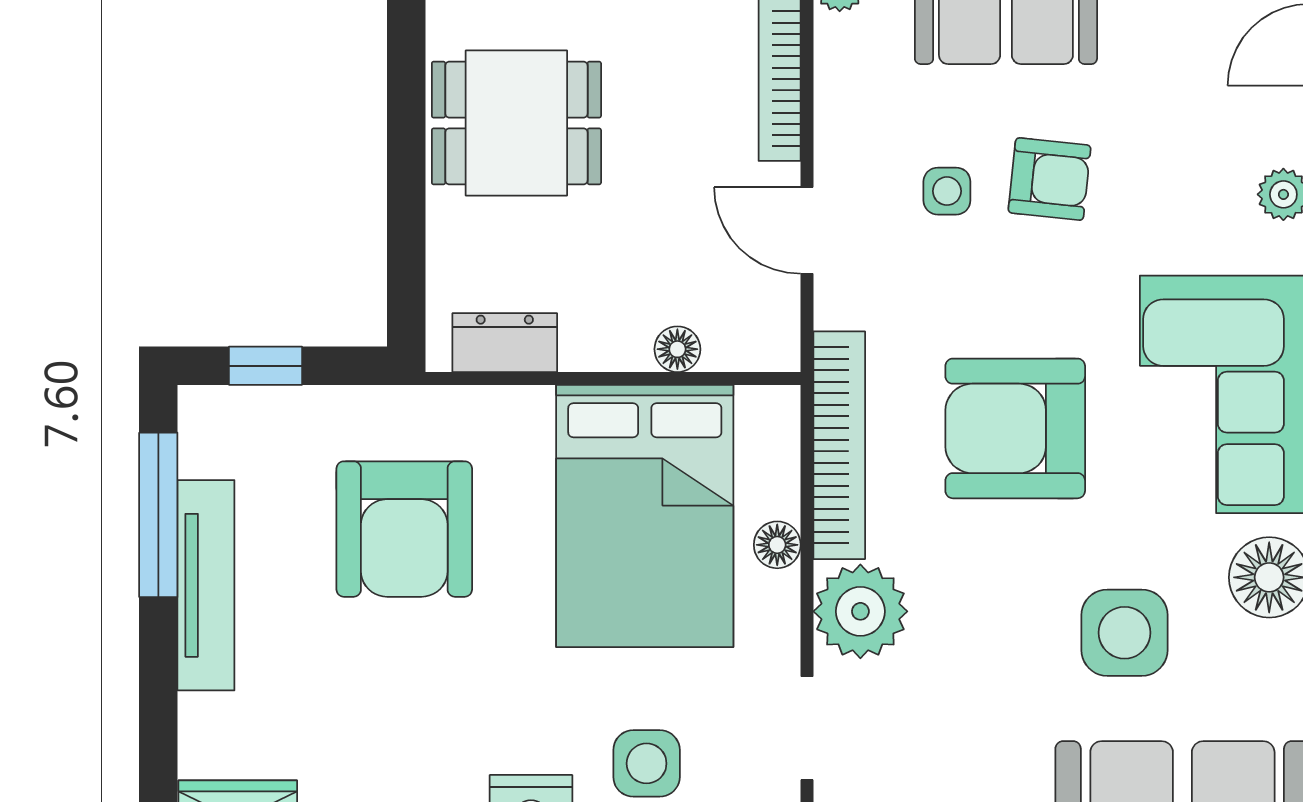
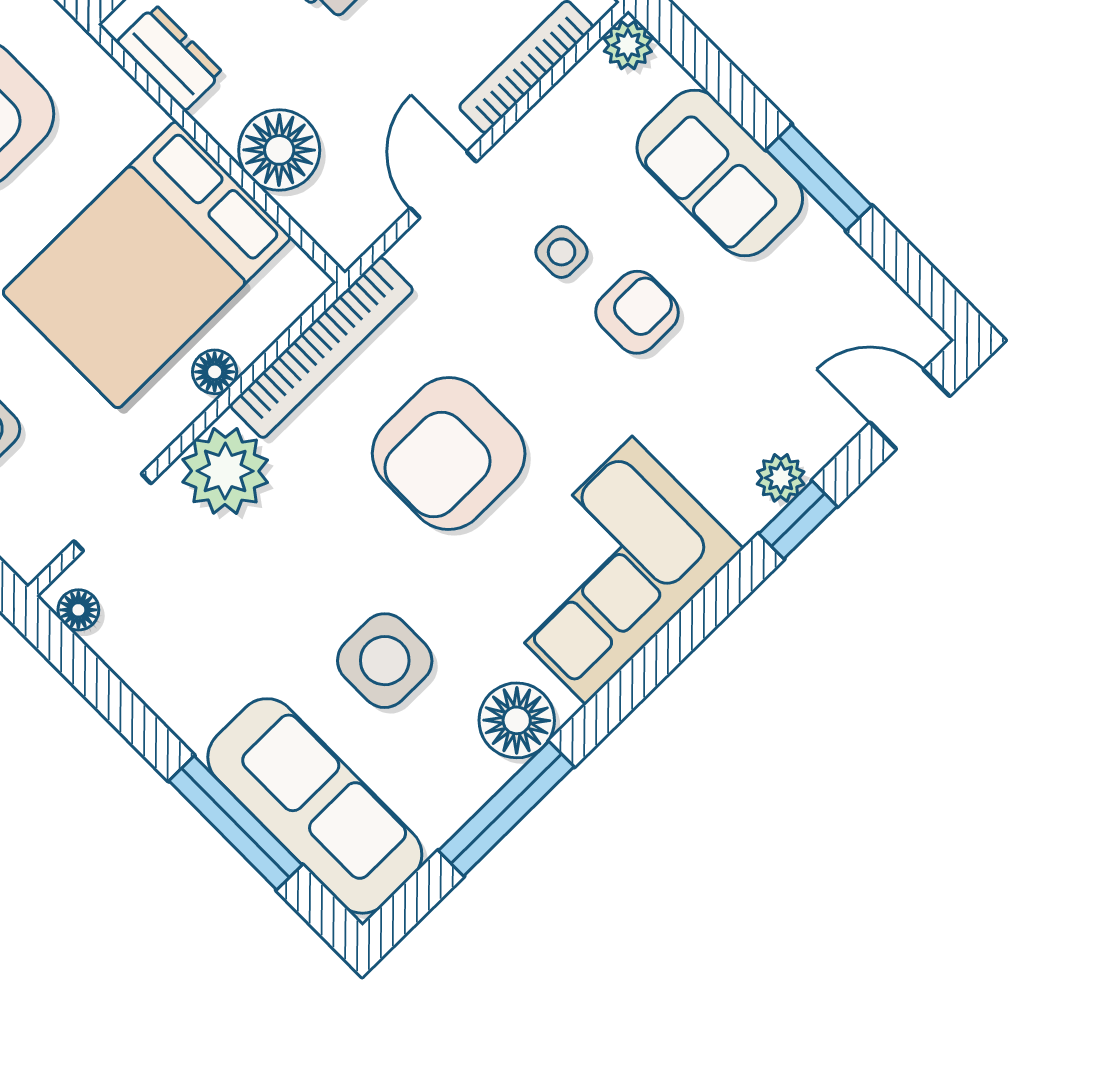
armchair: (1049, 179) -> (637, 312), turned -96
floor lamp: (677, 349) -> (279, 150), width x1.89, depth x1.89
armchair: (1015, 428) -> (449, 454), turned -90

